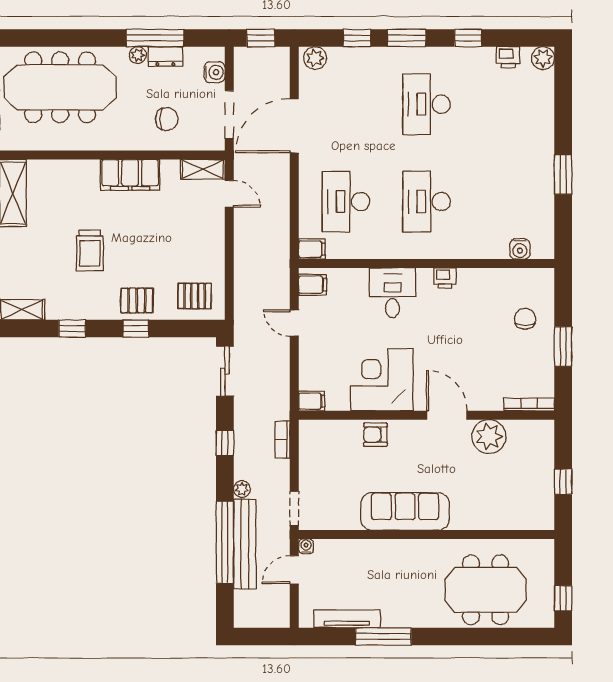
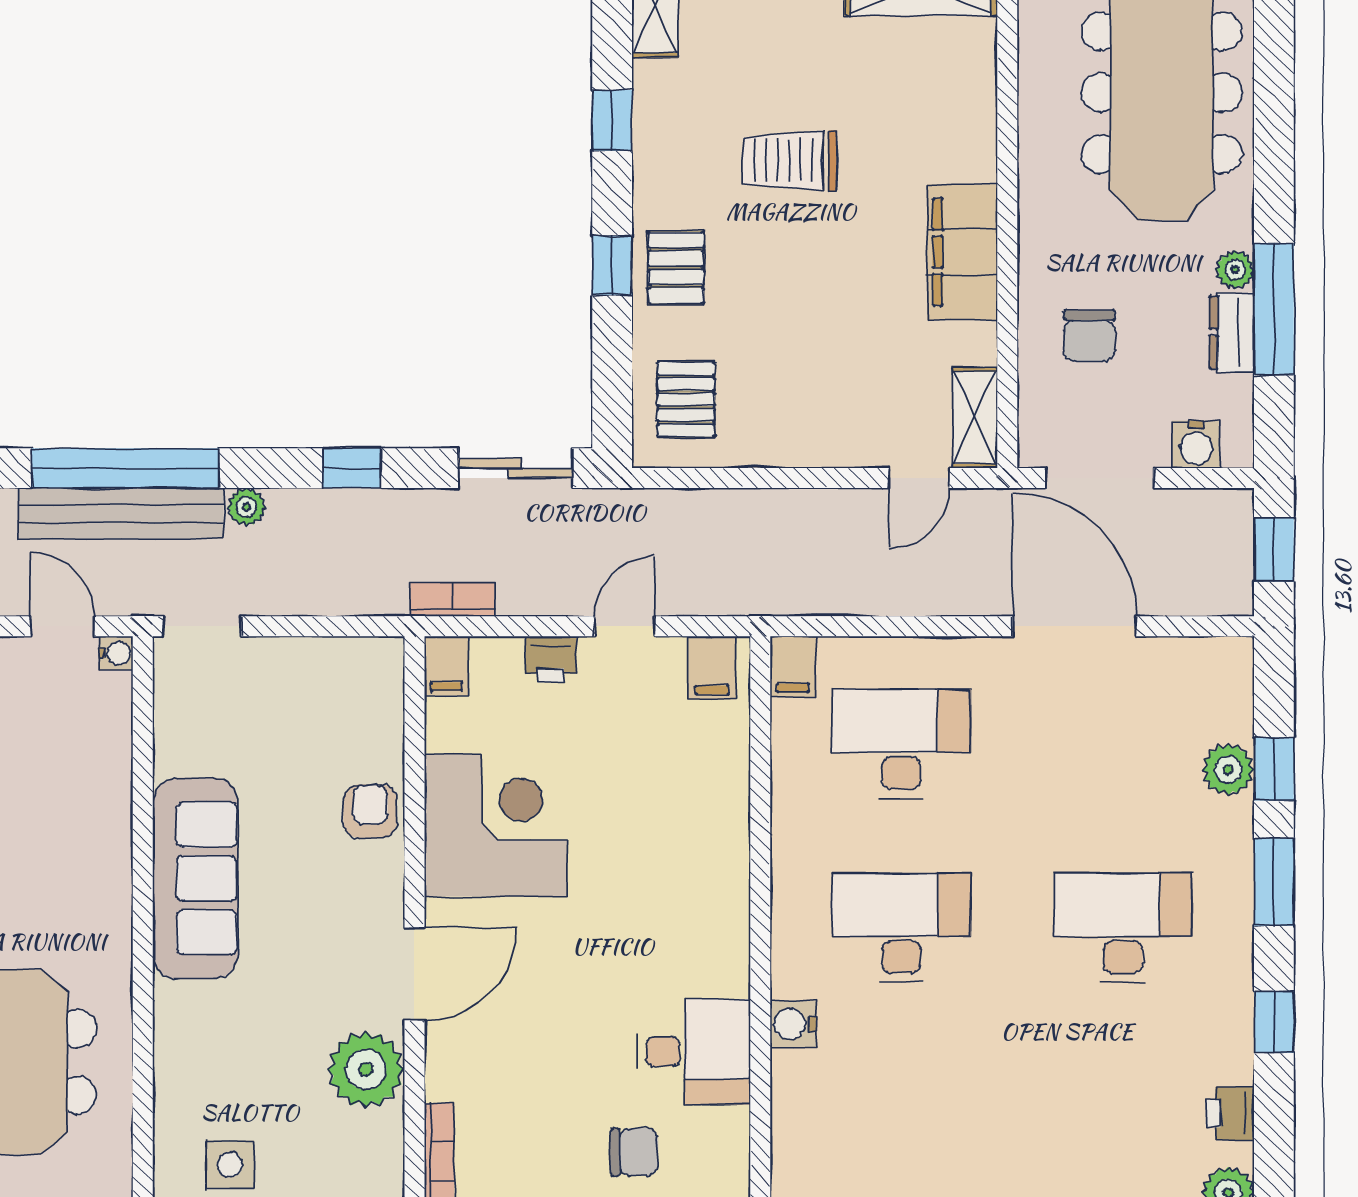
plant: (315, 58) -> (1228, 770), moved
water cooler: (520, 249) -> (793, 1024), moved
printer: (445, 278) -> (551, 659), moved, turned -90
desk: (392, 293) -> (694, 1052), moved
bookcase: (283, 440) -> (452, 600), moved
side table: (531, 496) -> (230, 1165), added

